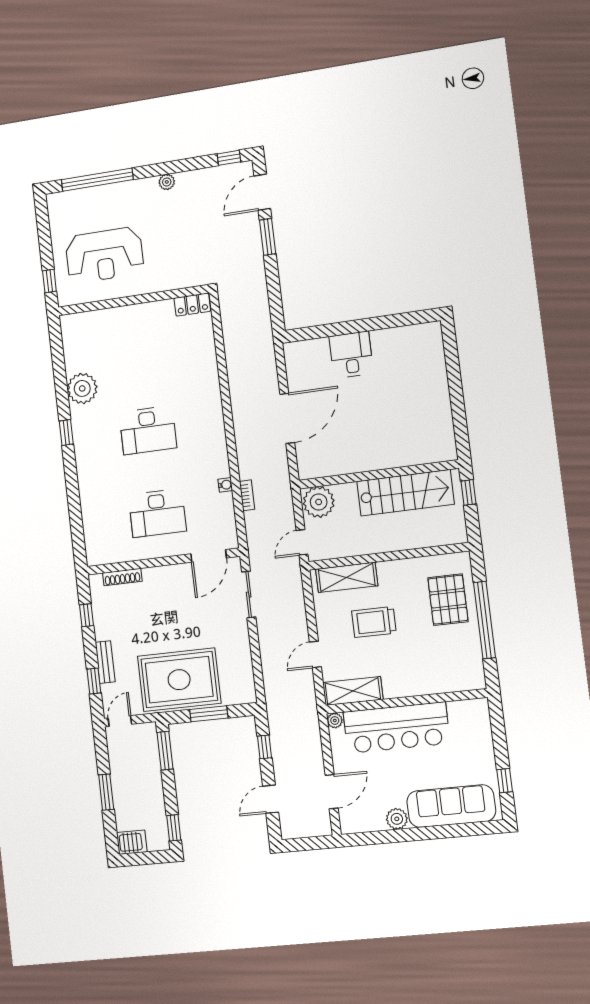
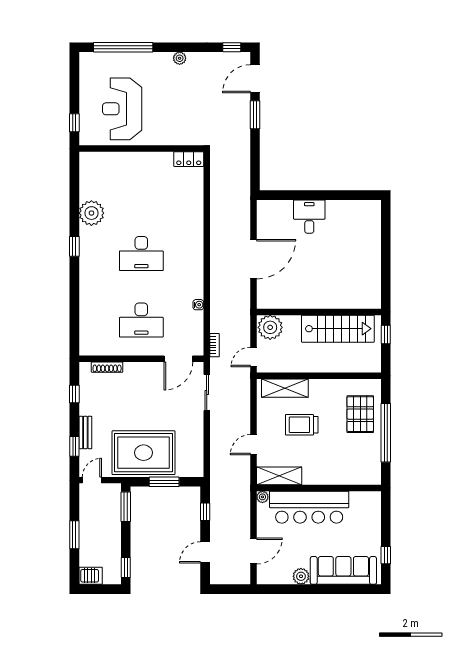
reception desk: (104, 255) -> (122, 109), turned 90
bookcase: (247, 495) -> (215, 345), moved

